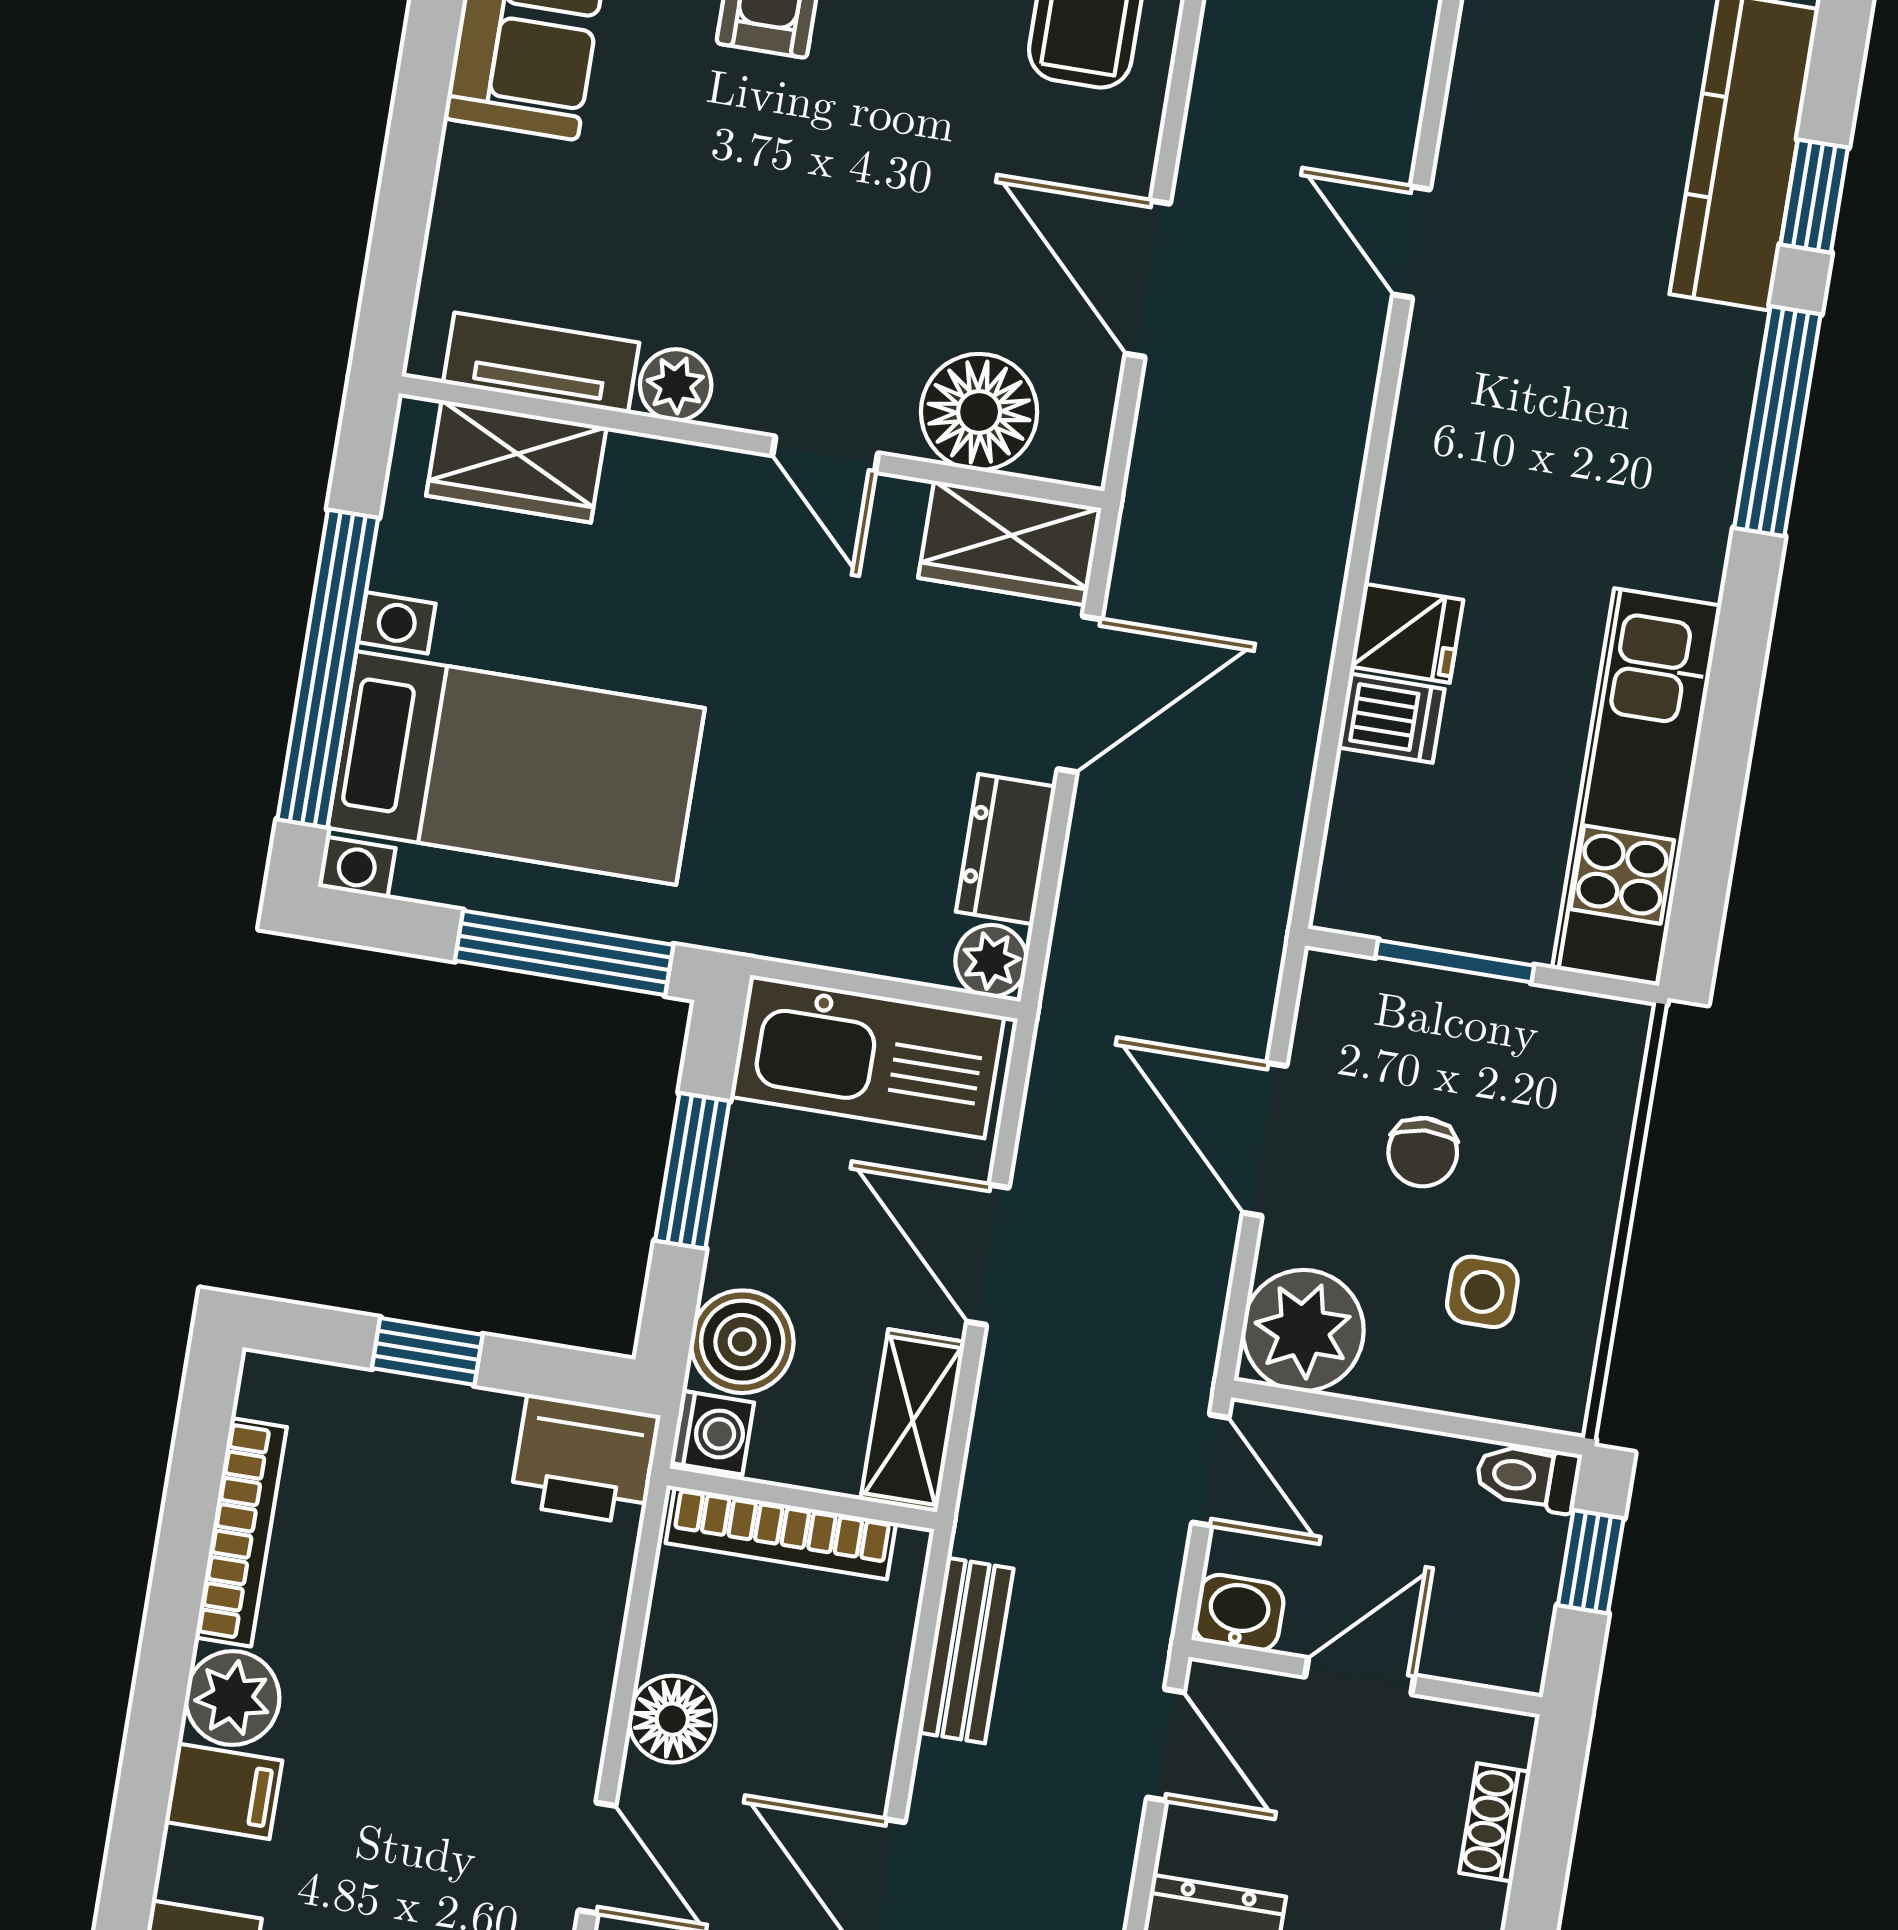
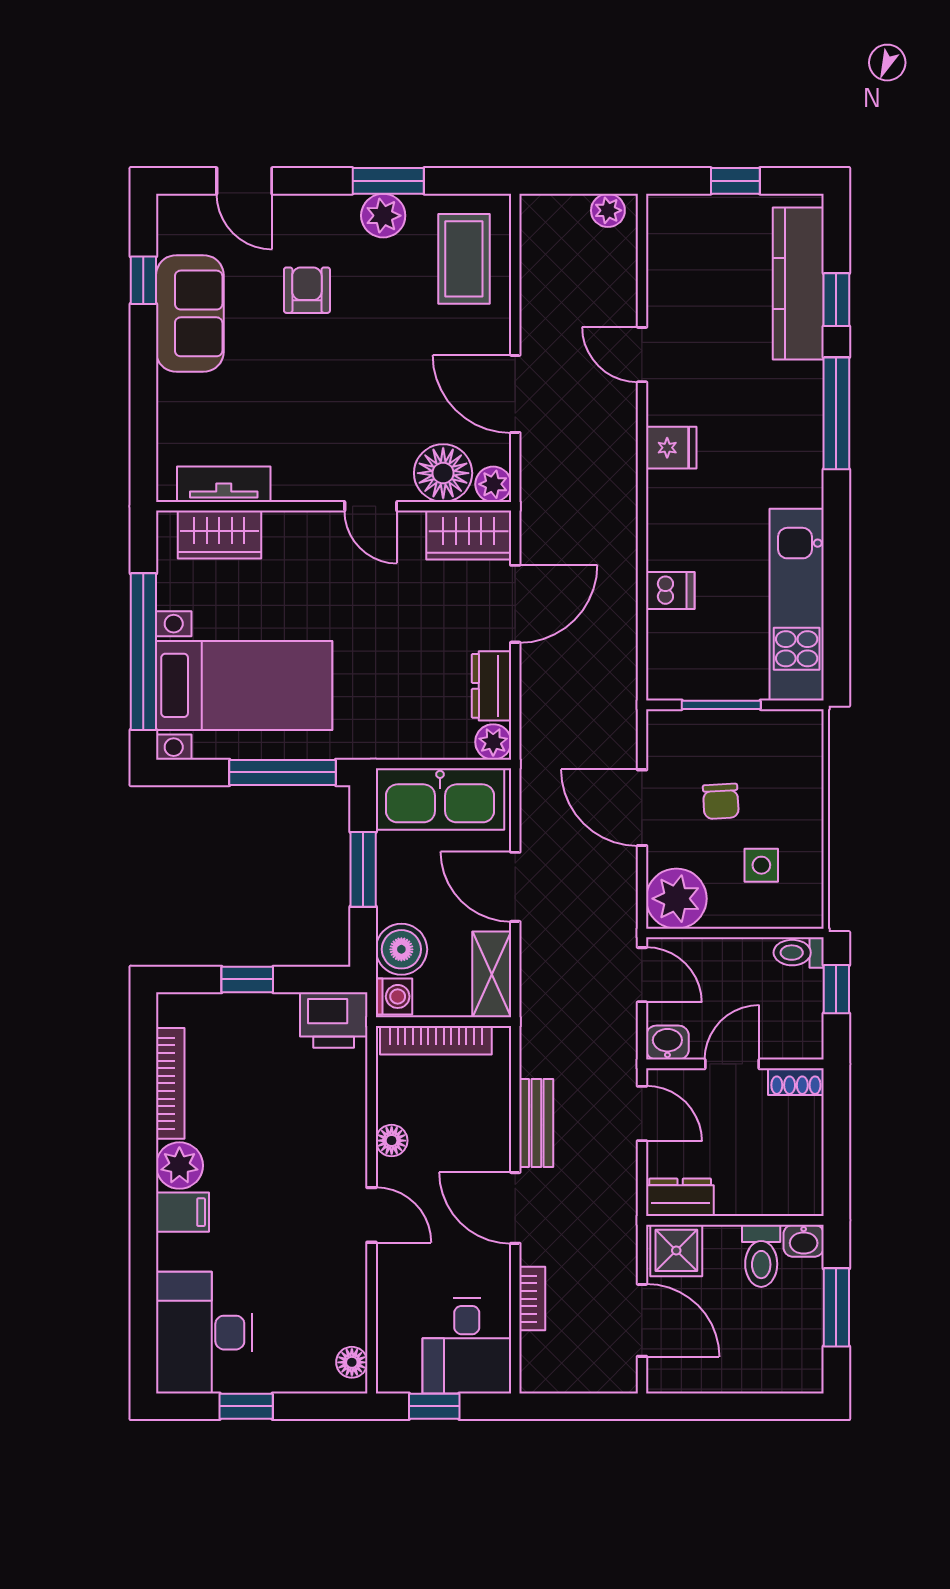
plant: (676, 385) -> (493, 484), moved
fridge: (1407, 633) -> (671, 448), moved
bench: (966, 1651) -> (536, 1123), moved
floor lamp: (672, 1719) -> (392, 1141), width x0.73, depth x0.73
shoe rack: (1495, 1822) -> (796, 1082), moved, turned -90

